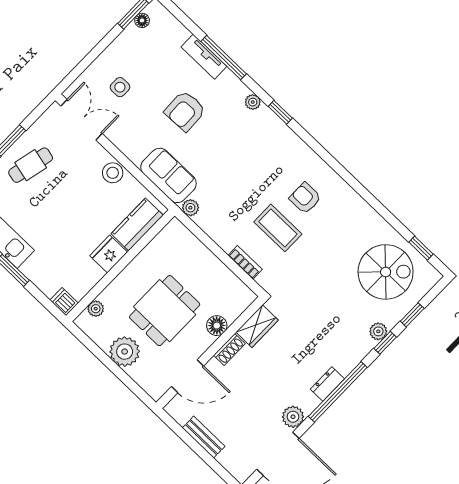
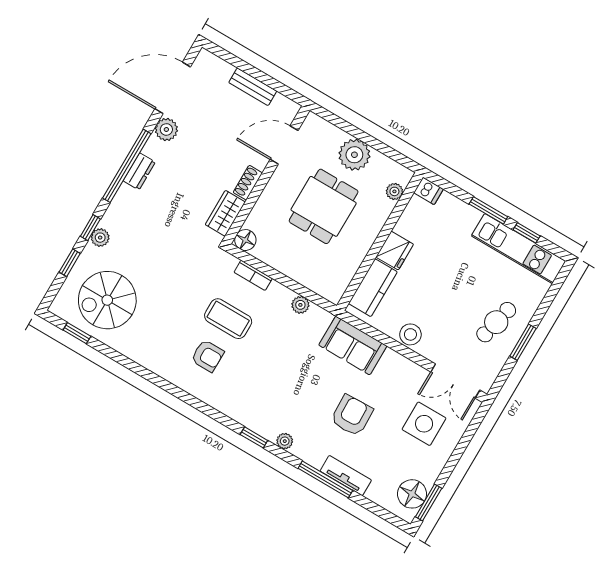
floor lamp: (142, 20) -> (412, 494), width x1.89, depth x1.89
side table: (120, 87) -> (424, 424), width x1.87, depth x1.87
plant: (190, 208) -> (300, 305), moved
floor lamp: (217, 326) -> (245, 240), moved

